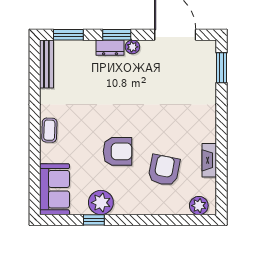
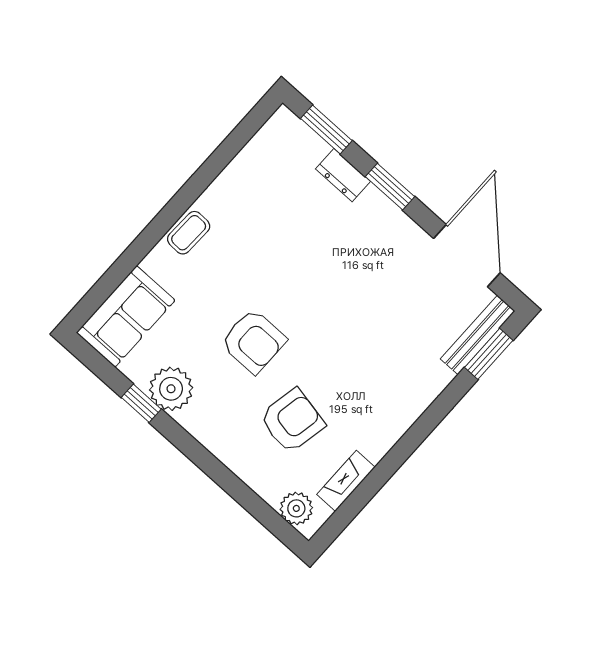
plant: (132, 47) -> (396, 221), removed
dresser: (110, 48) -> (343, 175), moved
bench: (46, 64) -> (478, 335), moved
fireplace: (209, 160) -> (346, 481), moved

